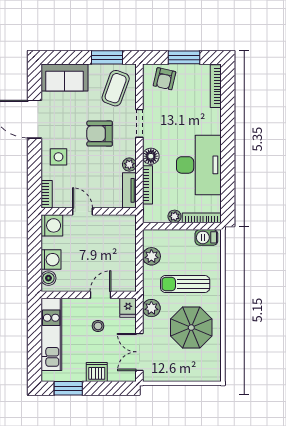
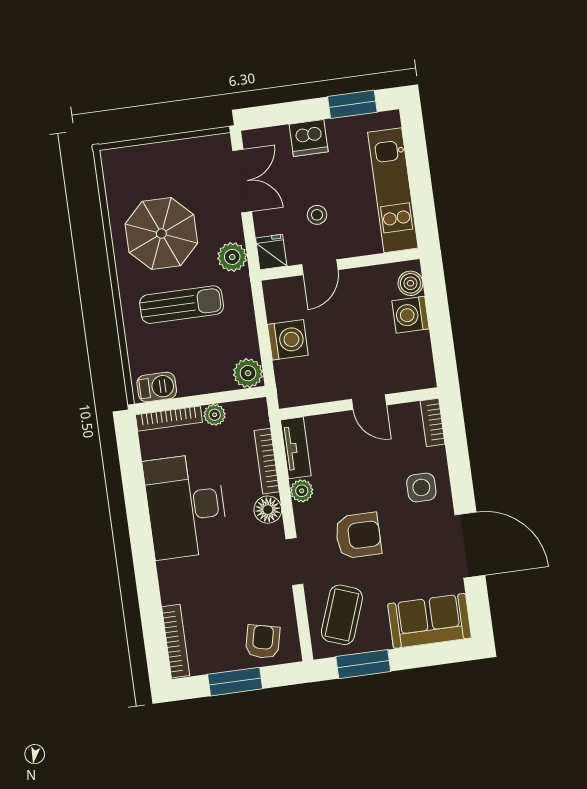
washing machine: (52, 225) -> (288, 340), moved, turned 180
plant: (151, 256) -> (248, 373), moved

